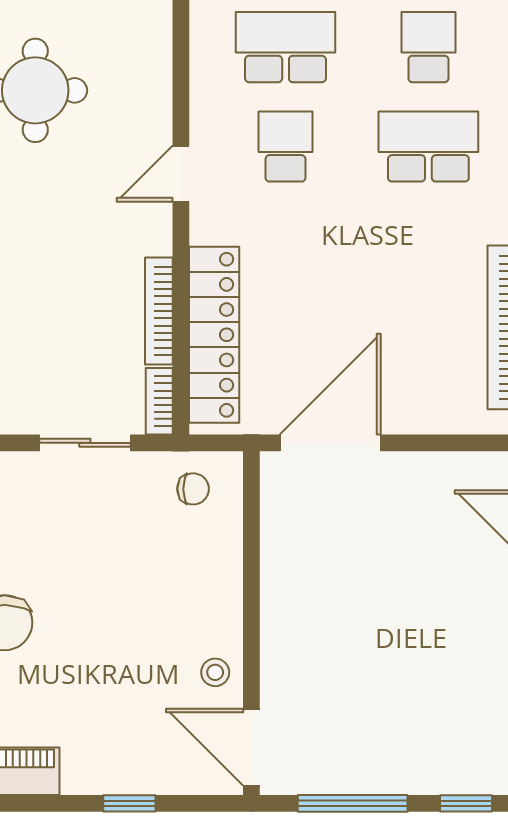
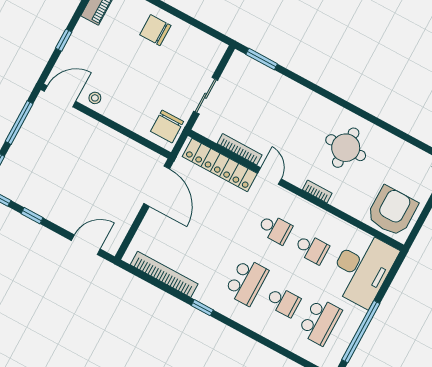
school desk: (286, 47) -> (312, 249), width x0.54
door: (181, 174) -> (270, 176), moved
bookcase: (159, 401) -> (317, 192), moved
chair: (193, 489) -> (167, 126), width x1.87, depth x1.87

